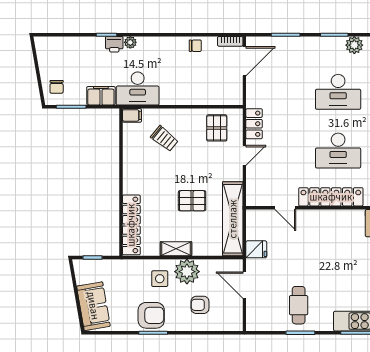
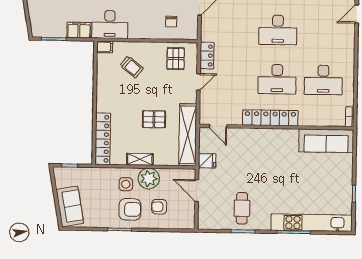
chair: (57, 87) -> (171, 22), moved
door: (285, 208) -> (218, 126), moved
armchair: (151, 315) -> (130, 209), moved

